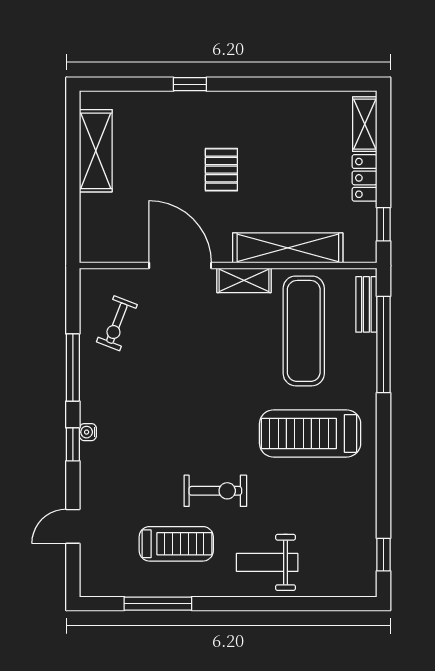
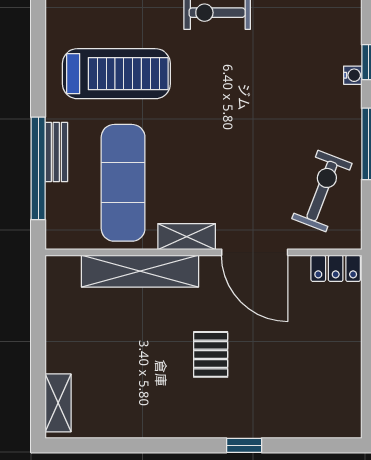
shelving: (96, 151) -> (344, 374), removed
locker: (365, 178) -> (336, 268), moved, turned 90
window: (384, 224) -> (38, 296), removed
bench: (366, 304) -> (56, 152), moved
exercise bike: (117, 323) -> (322, 191), width x1.38, depth x1.39

